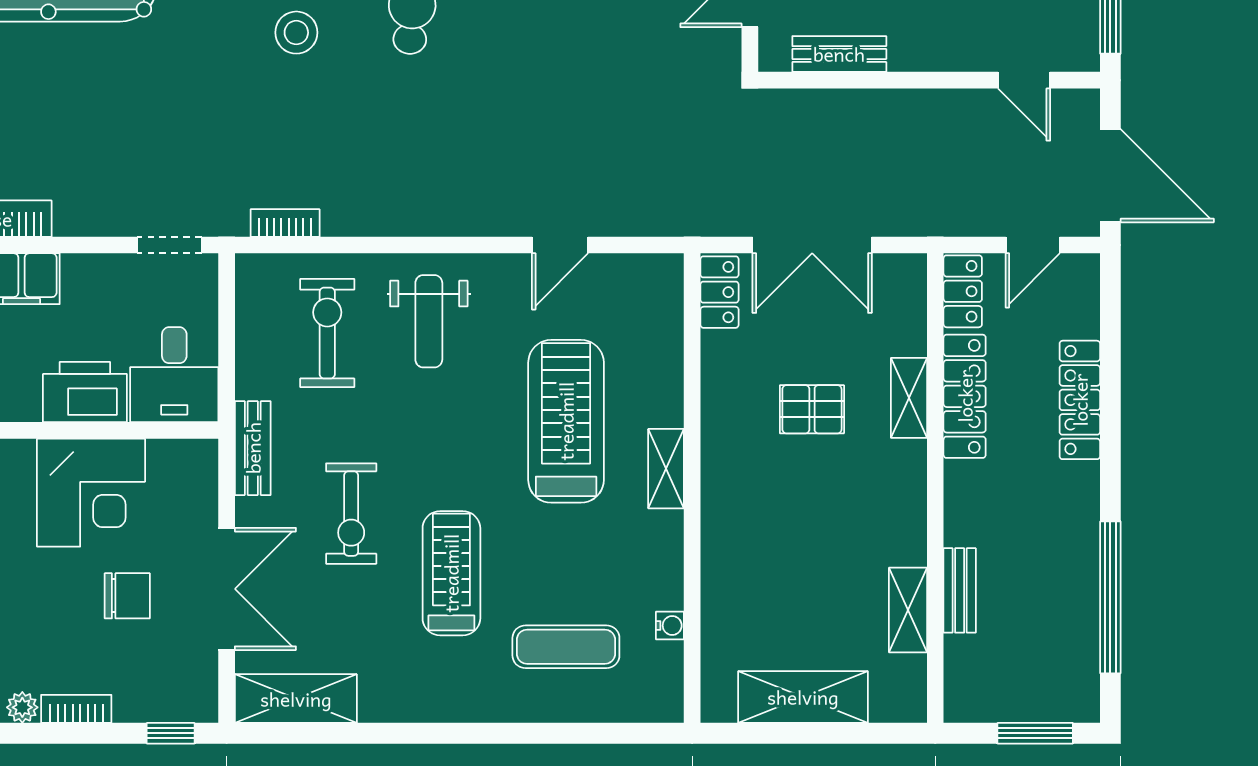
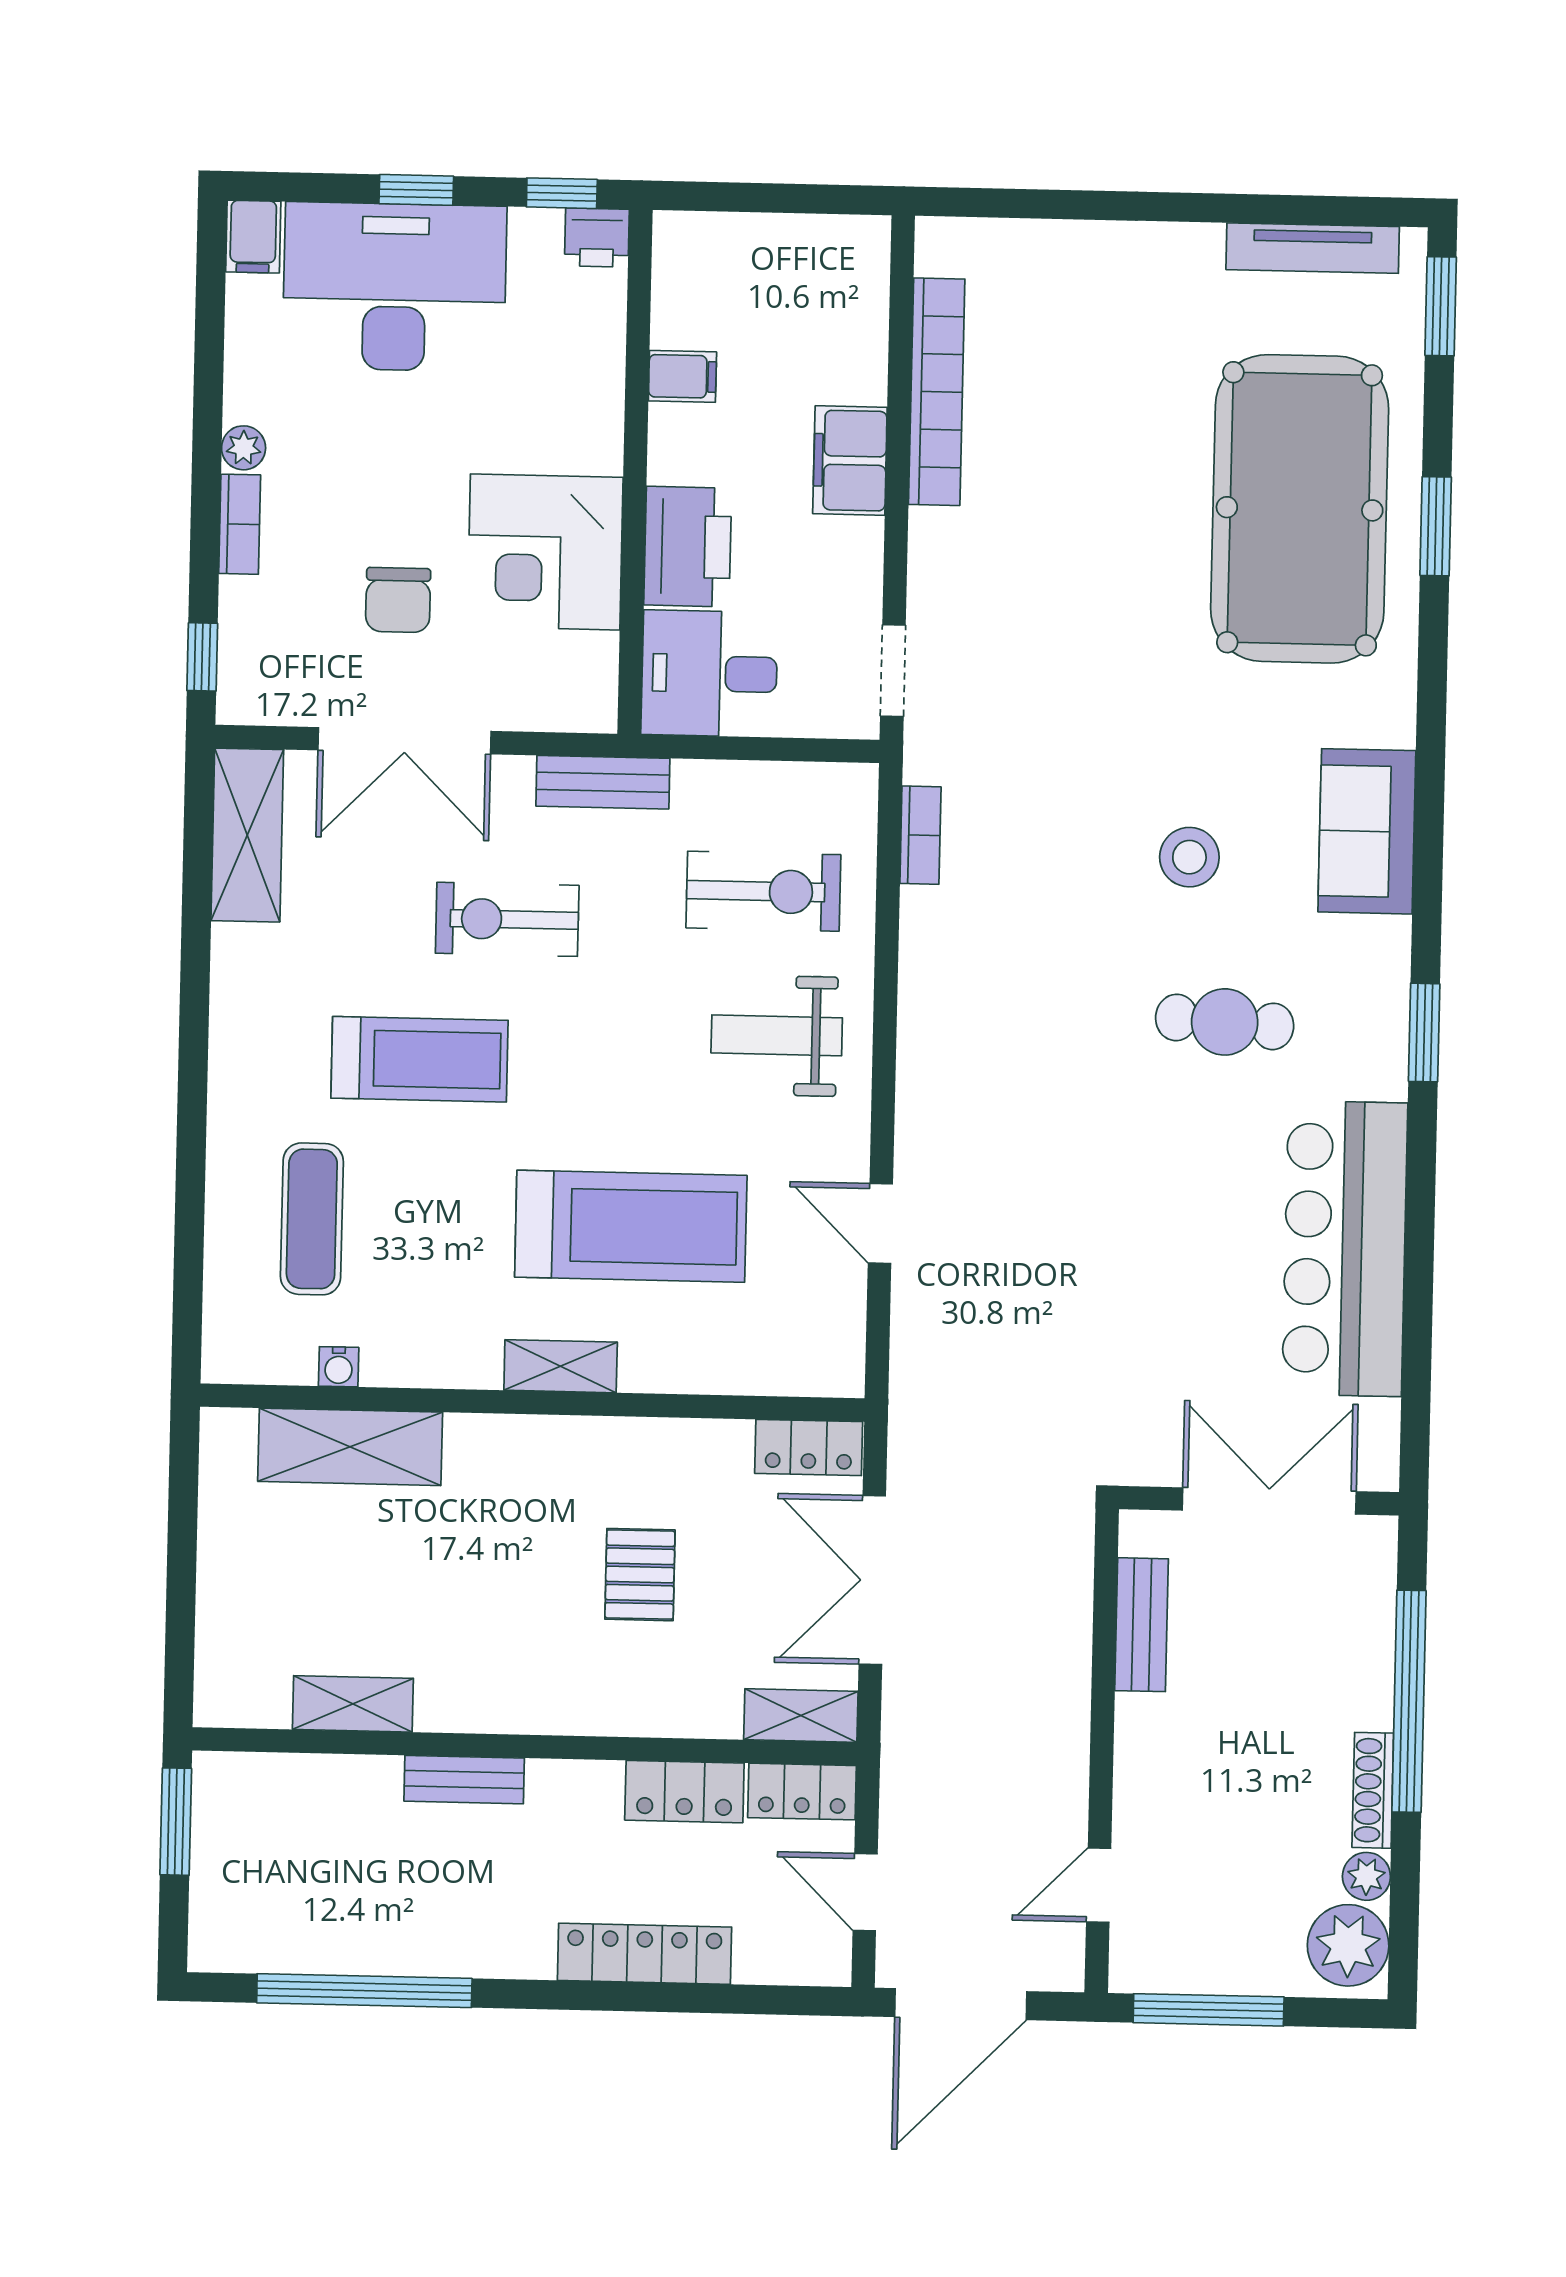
locker: (965, 396) -> (684, 1792), width x0.66
shelving: (909, 398) -> (801, 1716), moved
bench: (960, 590) -> (464, 1780), moved
shelving: (803, 697) -> (350, 1447), moved, turned 90
window: (1035, 733) -> (176, 1822), moved

